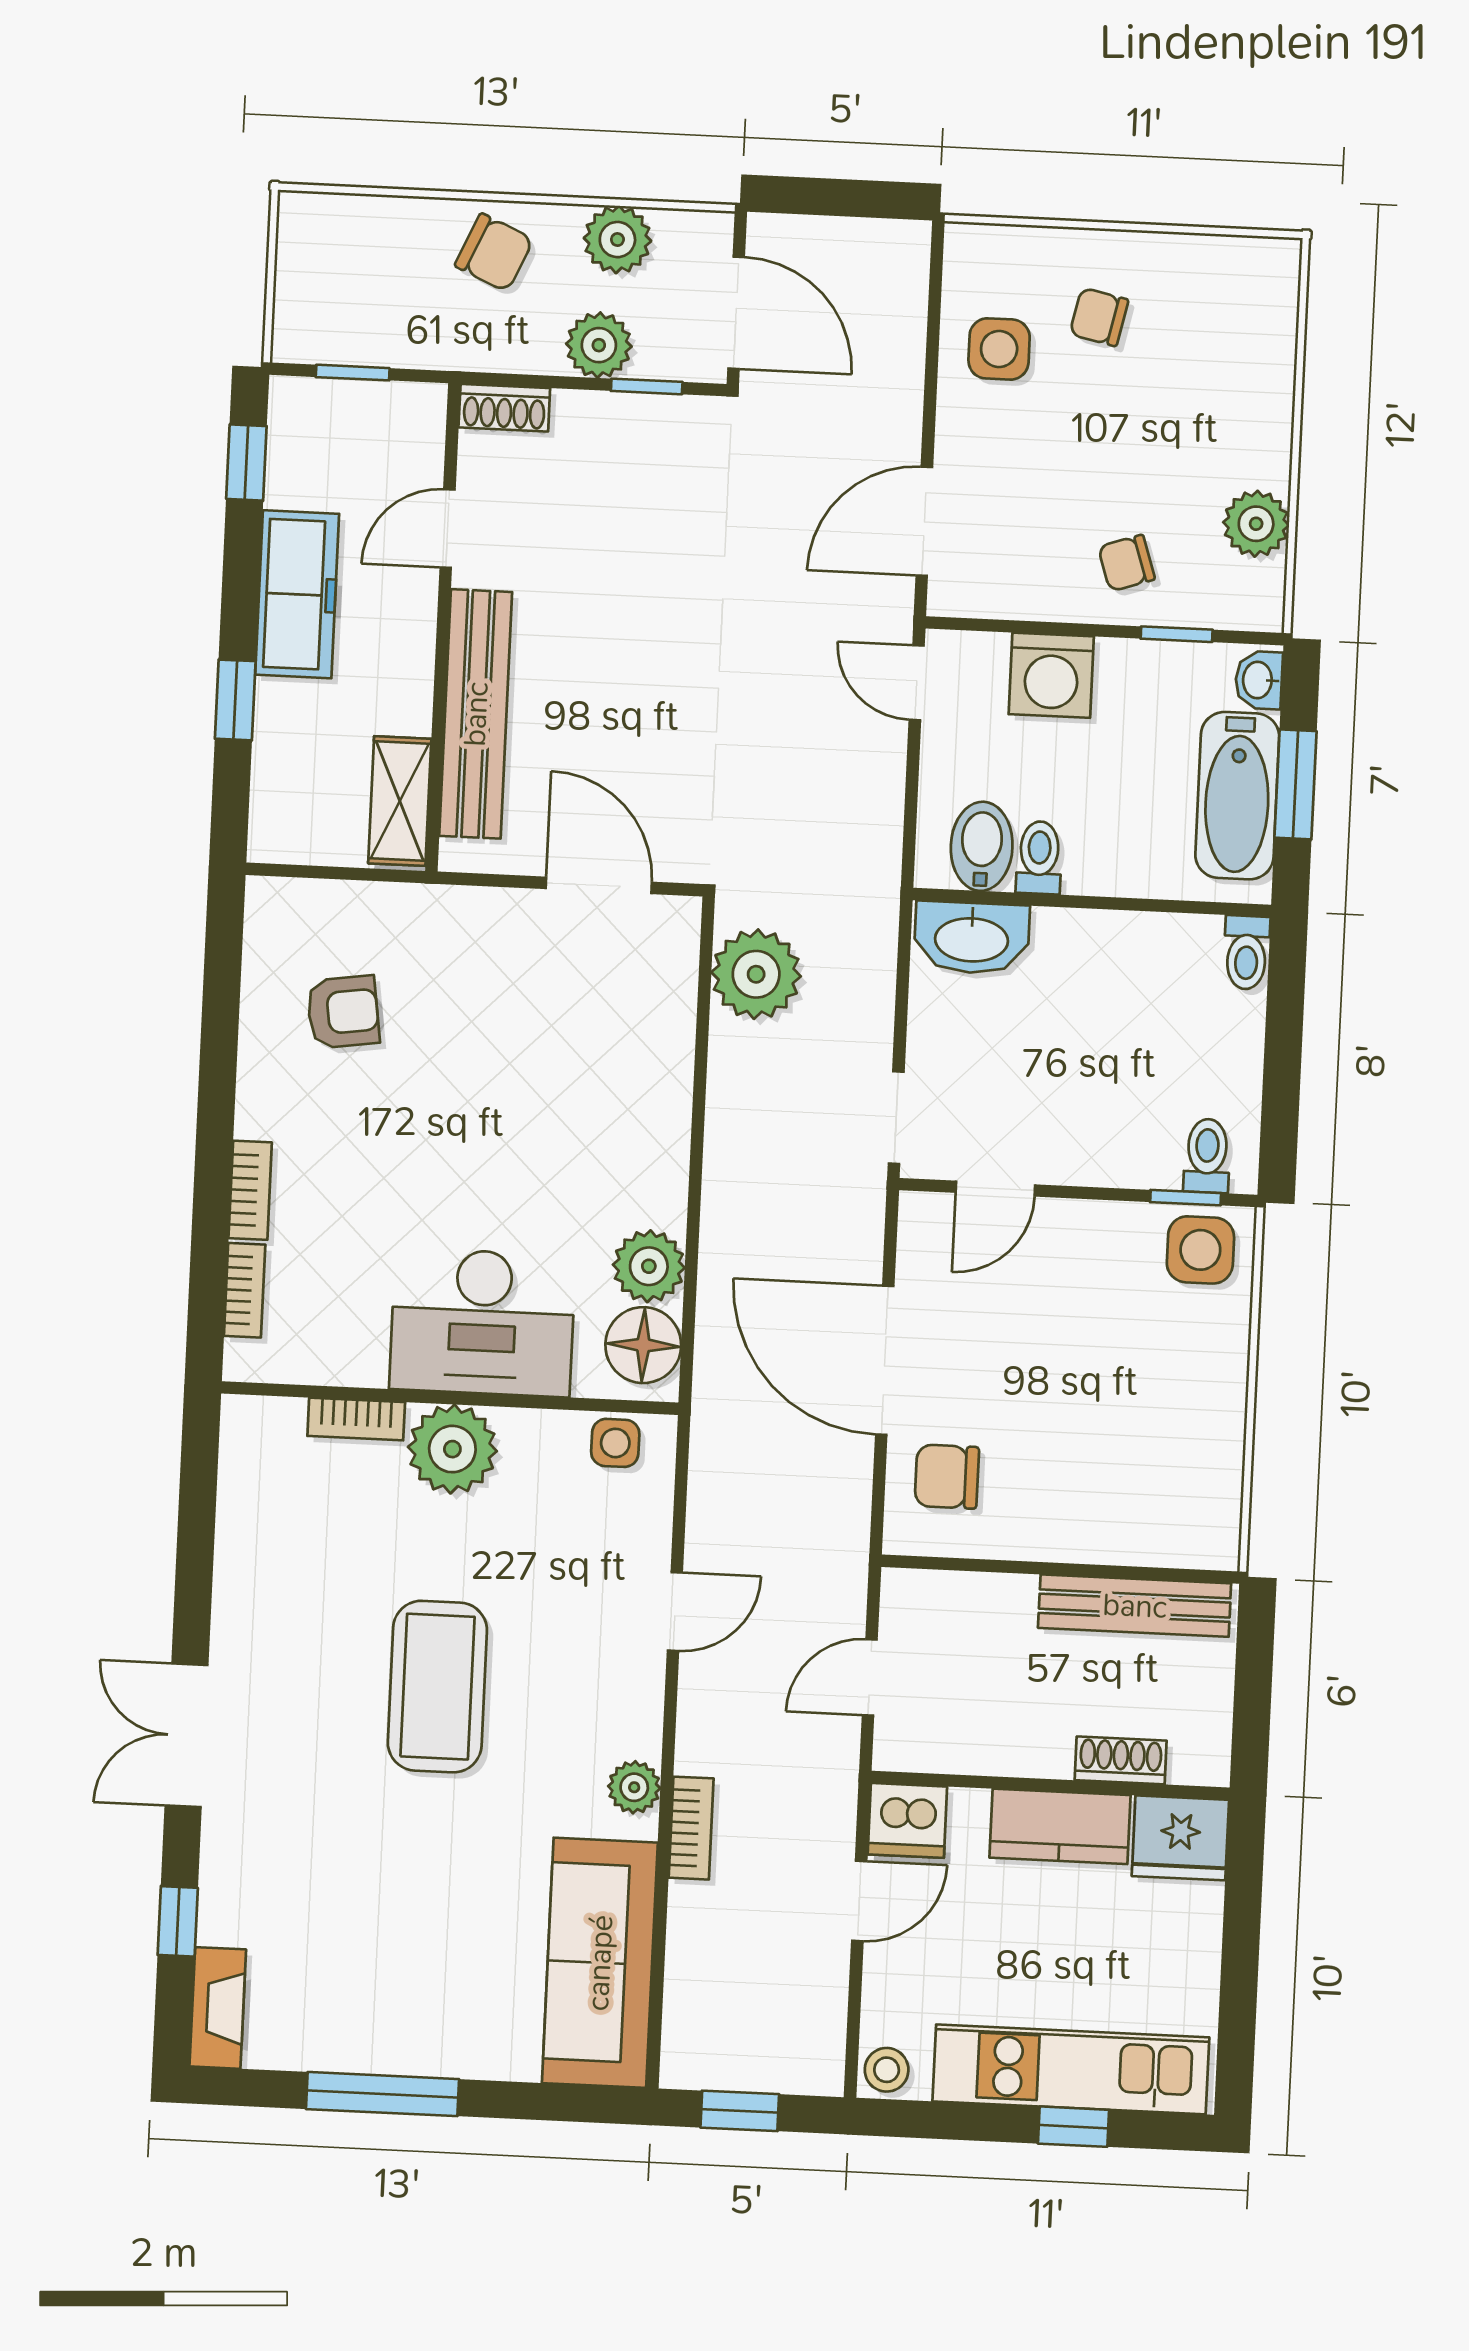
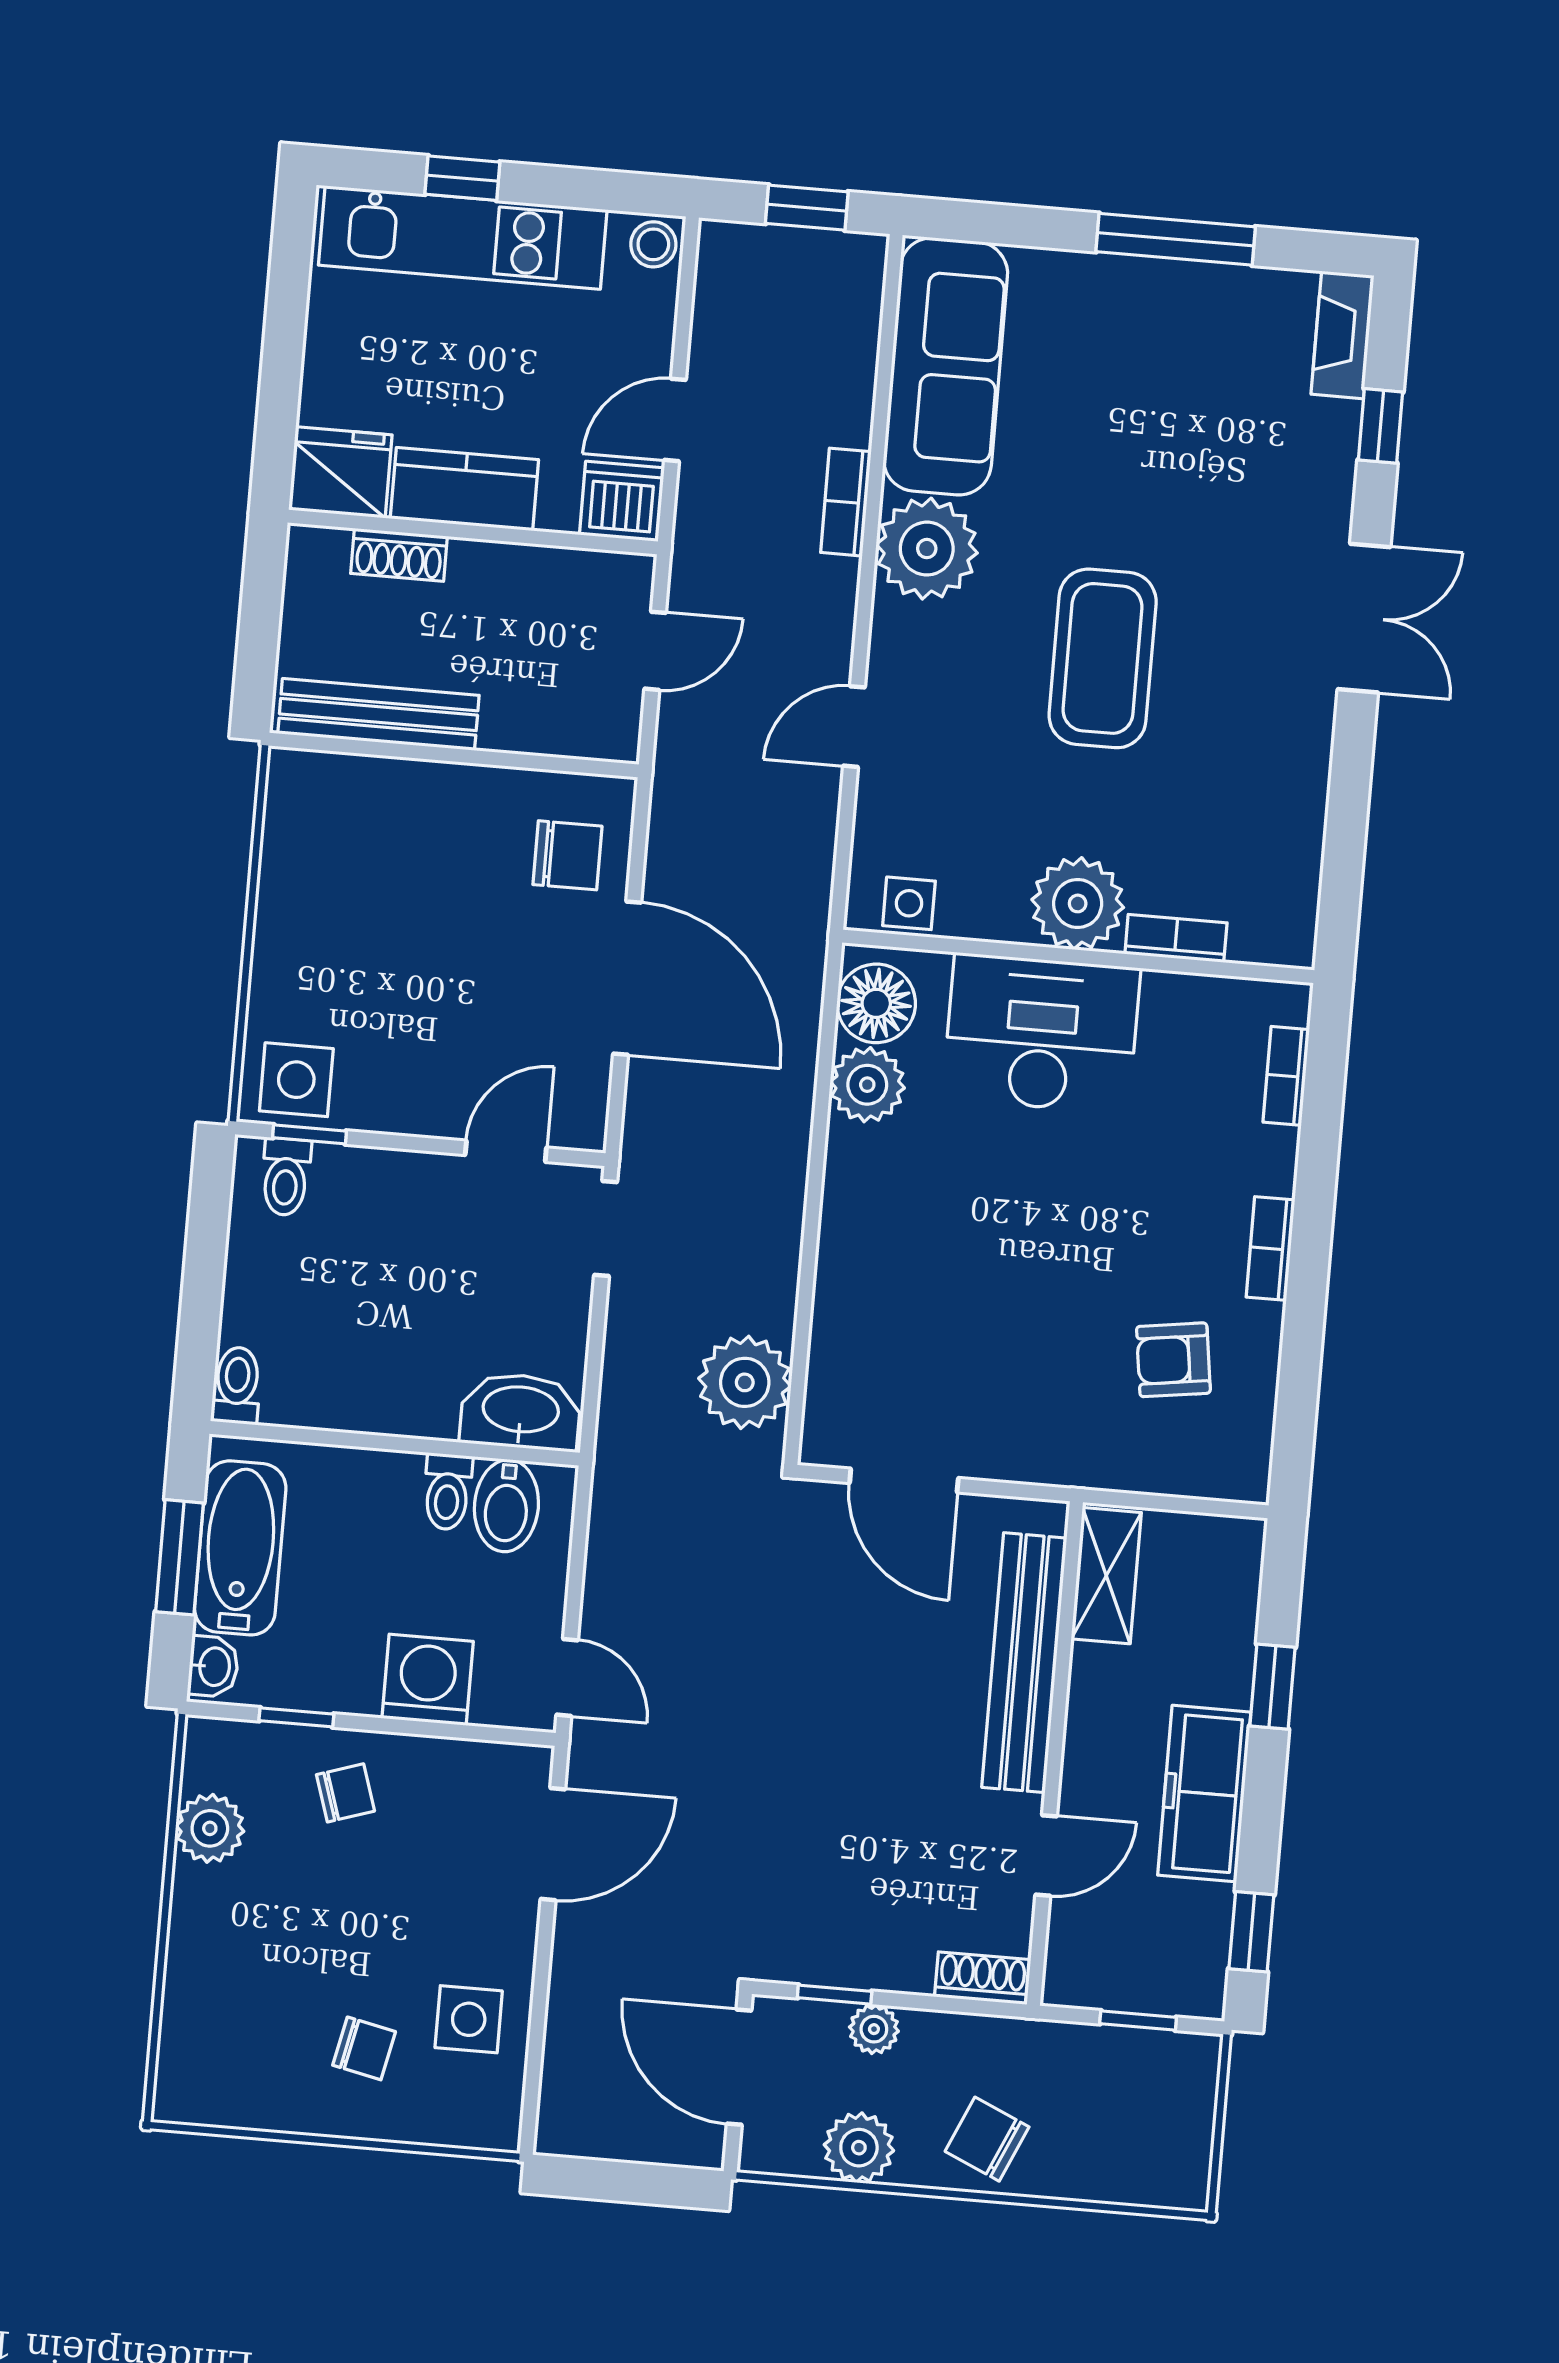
plant: (599, 345) -> (874, 2029), width x0.73, depth x0.73
bookcase: (250, 1190) -> (1270, 1249), moved
plant: (634, 1787) -> (927, 549), width x1.88, depth x1.88

